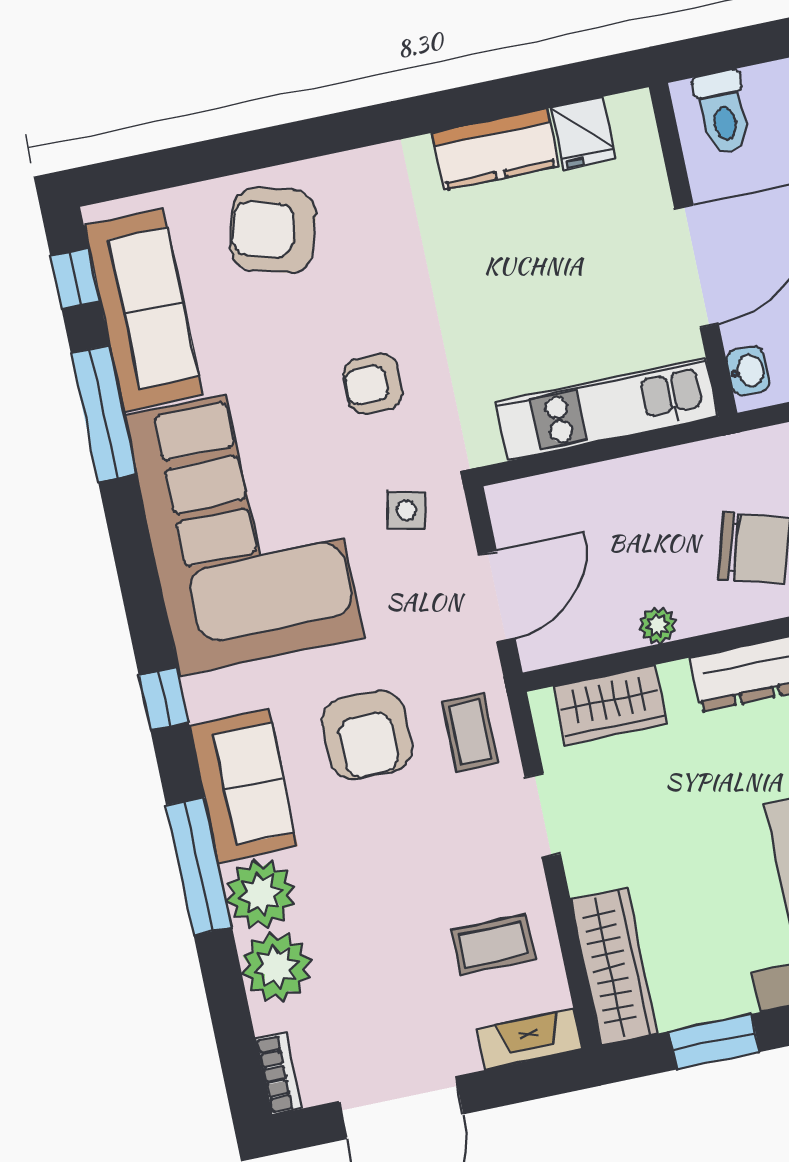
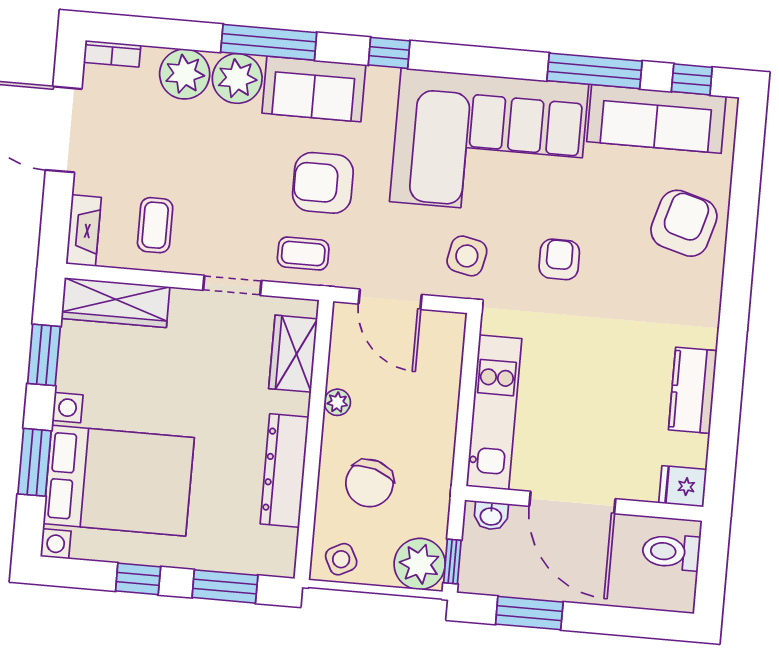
fridge: (583, 133) -> (683, 486), moved
side table: (406, 510) -> (467, 256), width x1.37, depth x1.37

